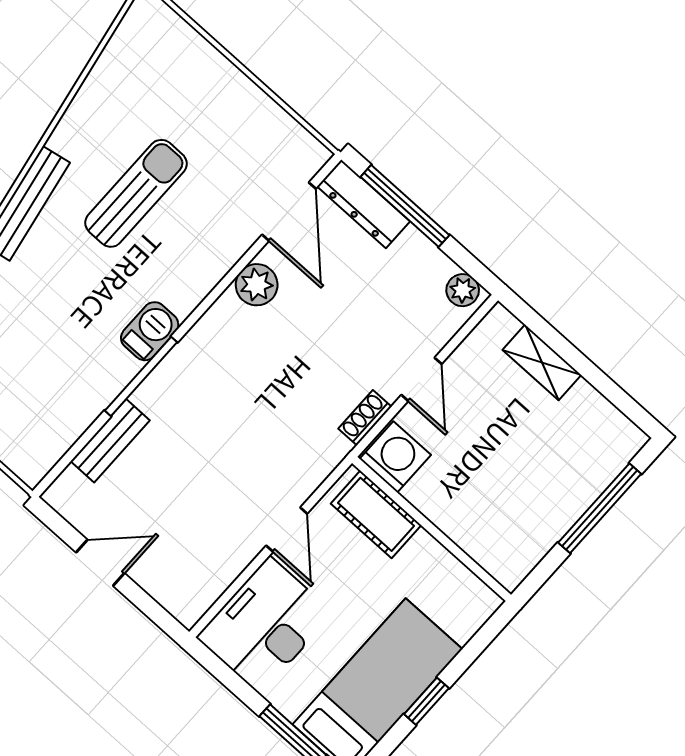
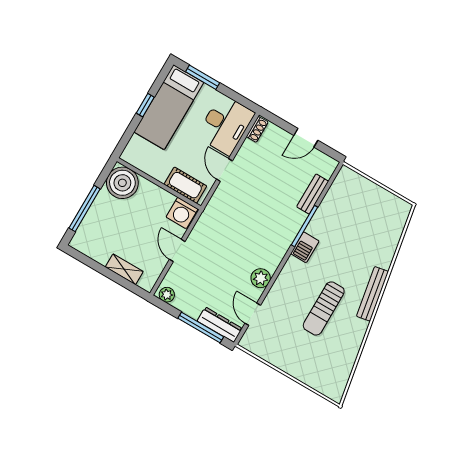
door: (289, 212) -> (253, 314), width x0.73
shoe rack: (365, 418) -> (257, 129), moved
boiler: (509, 546) -> (122, 183), added

